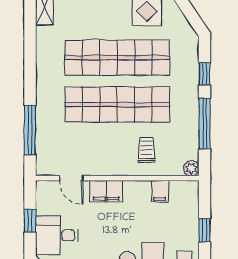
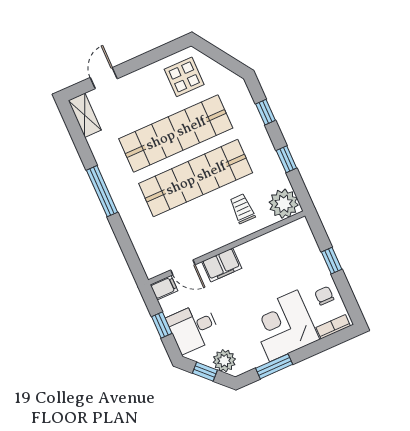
window: (205, 124) -> (286, 159), width x0.46
window: (30, 130) -> (102, 191), moved
plant: (191, 168) -> (284, 204), width x1.88, depth x1.88
filing cabinet: (160, 191) -> (164, 288), moved, turned -90

